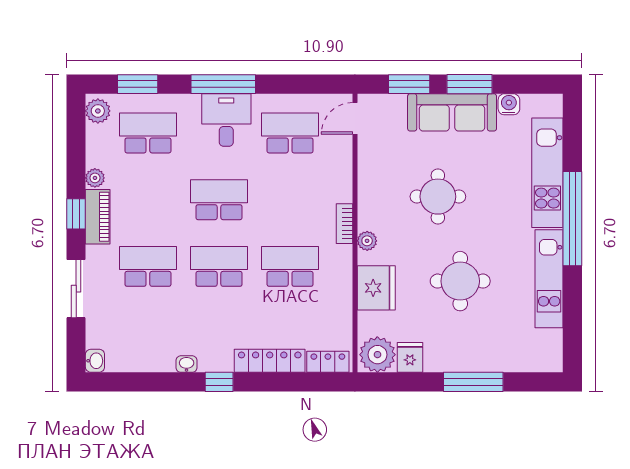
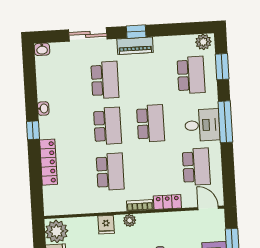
plant: (95, 178) -> (160, 43), removed
fridge: (376, 288) -> (106, 225), width x0.53, depth x0.75
locker: (328, 362) -> (167, 202), moved, turned -90

